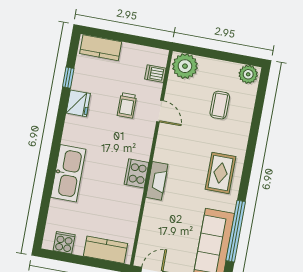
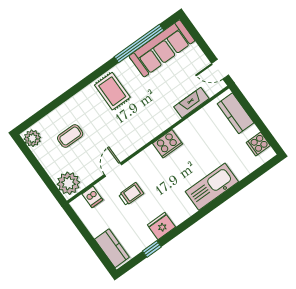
rug: (220, 173) -> (112, 91), turned 90
fireplace: (157, 181) -> (191, 103), moved

